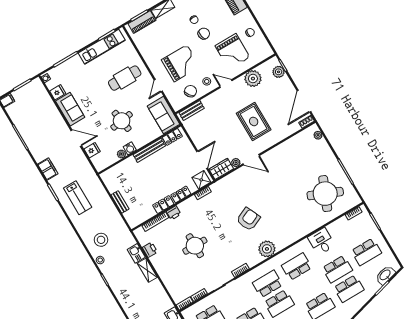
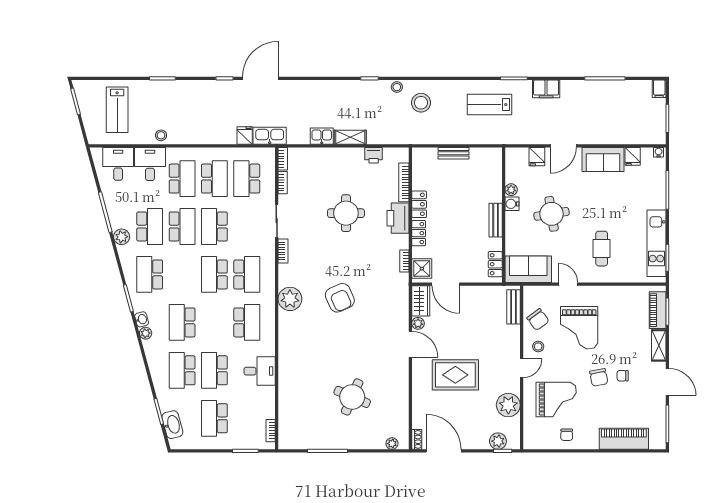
grand piano: (232, 52) -> (556, 399), turned 180
cafe table: (125, 78) -> (602, 249), width x0.73, depth x0.74
bench: (149, 150) -> (496, 220), width x0.73
door: (251, 160) -> (410, 344), swing flipped
round table: (325, 194) -> (352, 397), moved, width x0.73, depth x0.73
printer: (174, 213) -> (398, 218), width x1.87, depth x1.48
kitchen sink: (136, 253) -> (322, 136), moved

